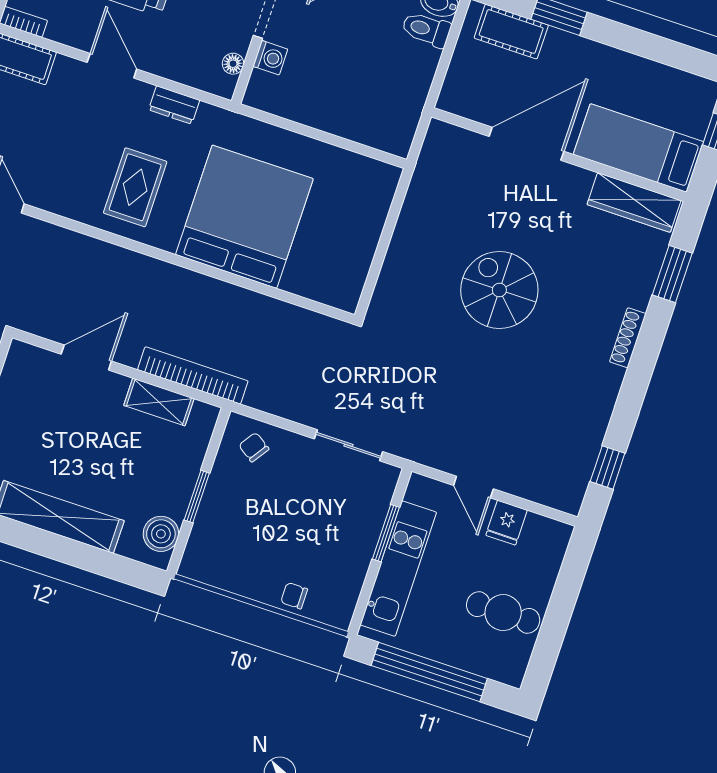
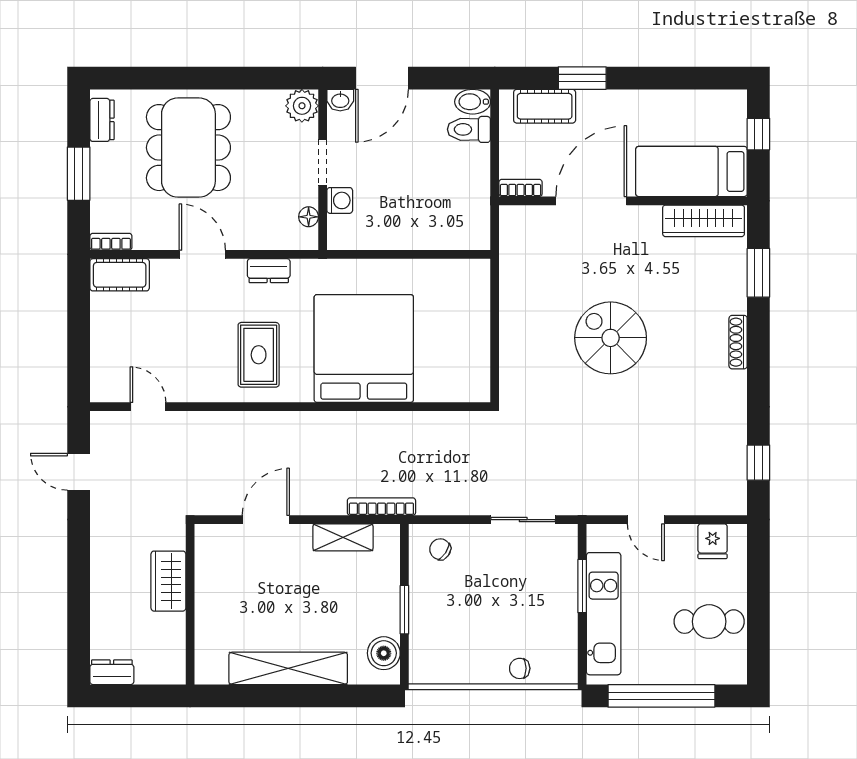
bookcase: (459, 107) -> (521, 188), added
bookcase: (193, 375) -> (381, 507), width x0.68, depth x0.76
fridge: (506, 523) -> (713, 541), moved

